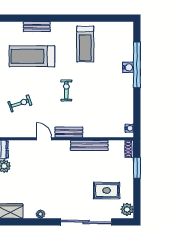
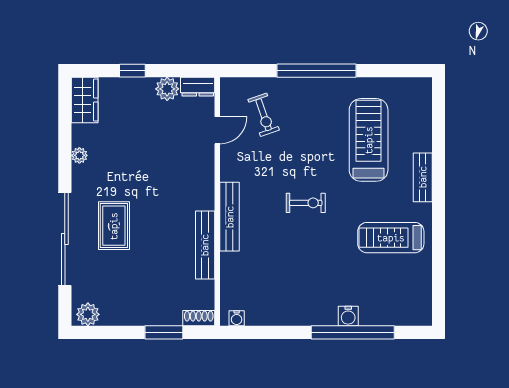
bench: (37, 27) -> (423, 177), moved
exercise bike: (20, 103) -> (264, 115), moved
bench: (69, 132) -> (230, 217), width x1.36
door: (44, 139) -> (217, 130), moved
rug: (107, 190) -> (114, 226), moved

